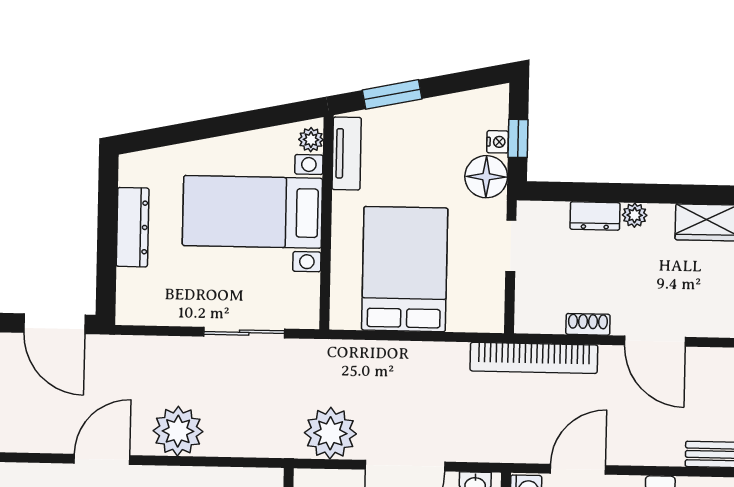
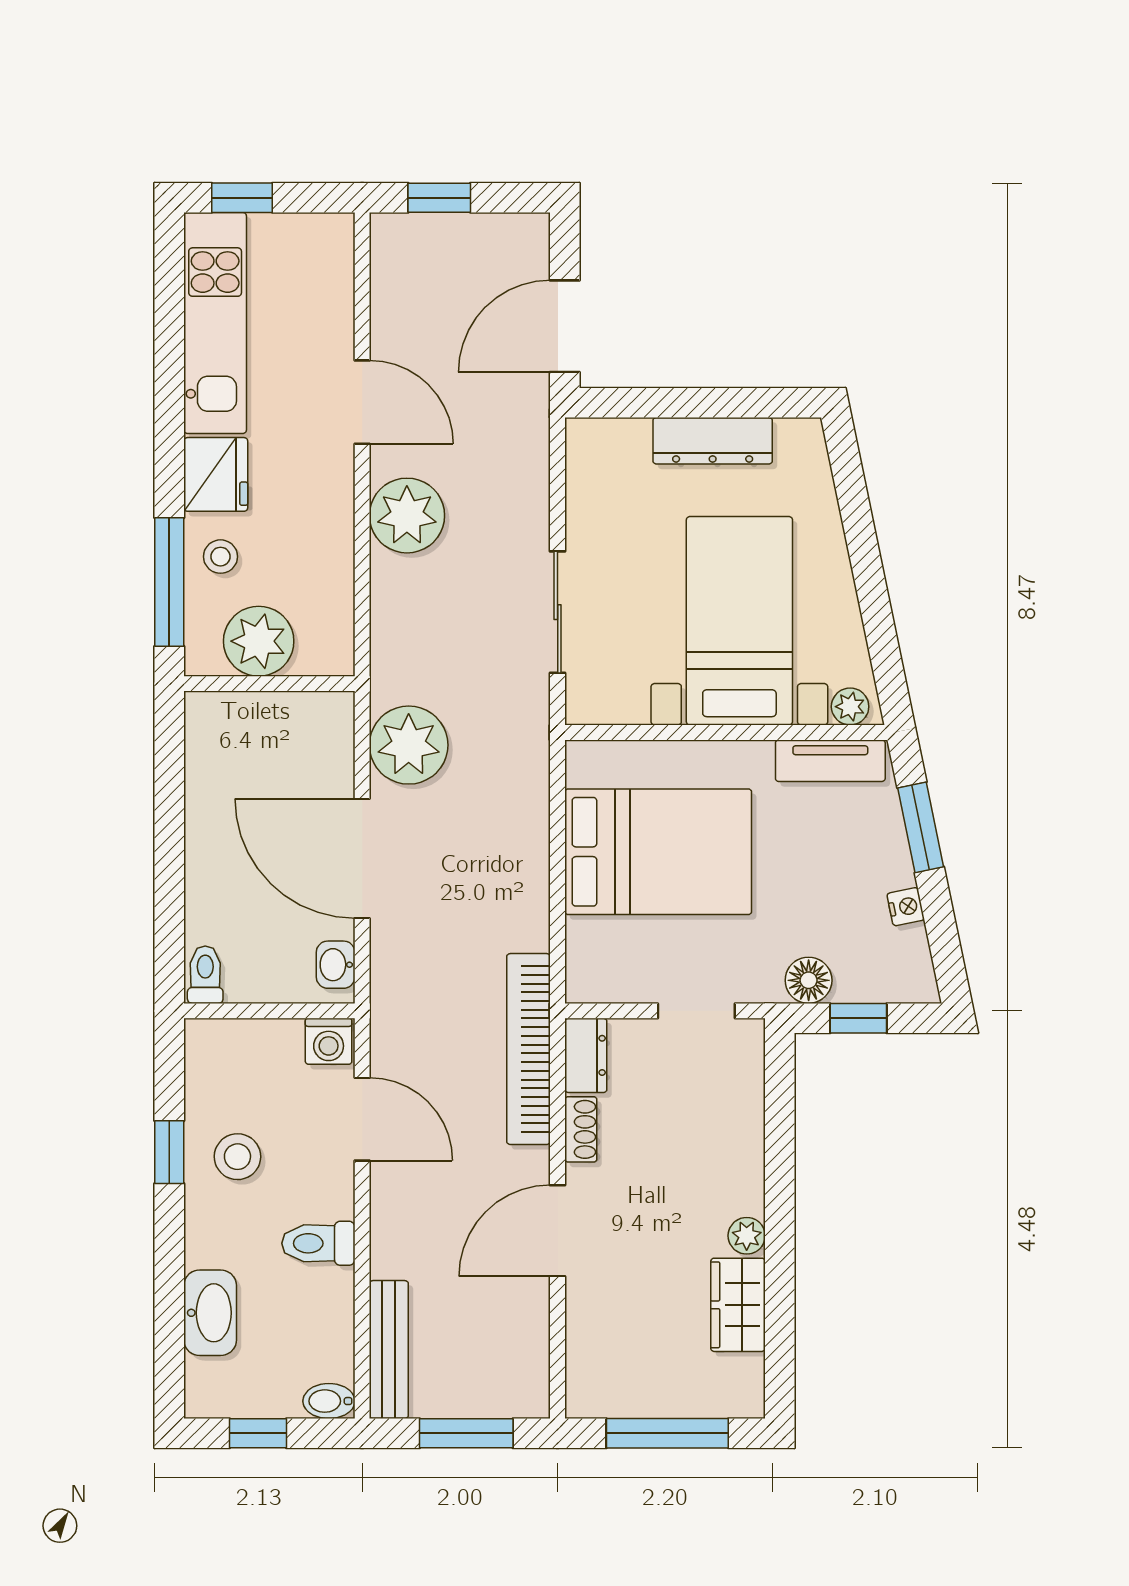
nightstand: (498, 142) -> (906, 907), moved, turned -102
floor lamp: (486, 177) -> (809, 980), width x0.73, depth x0.73
plant: (635, 215) -> (747, 1236), moved
dresser: (595, 216) -> (586, 1055), moved, turned 180

